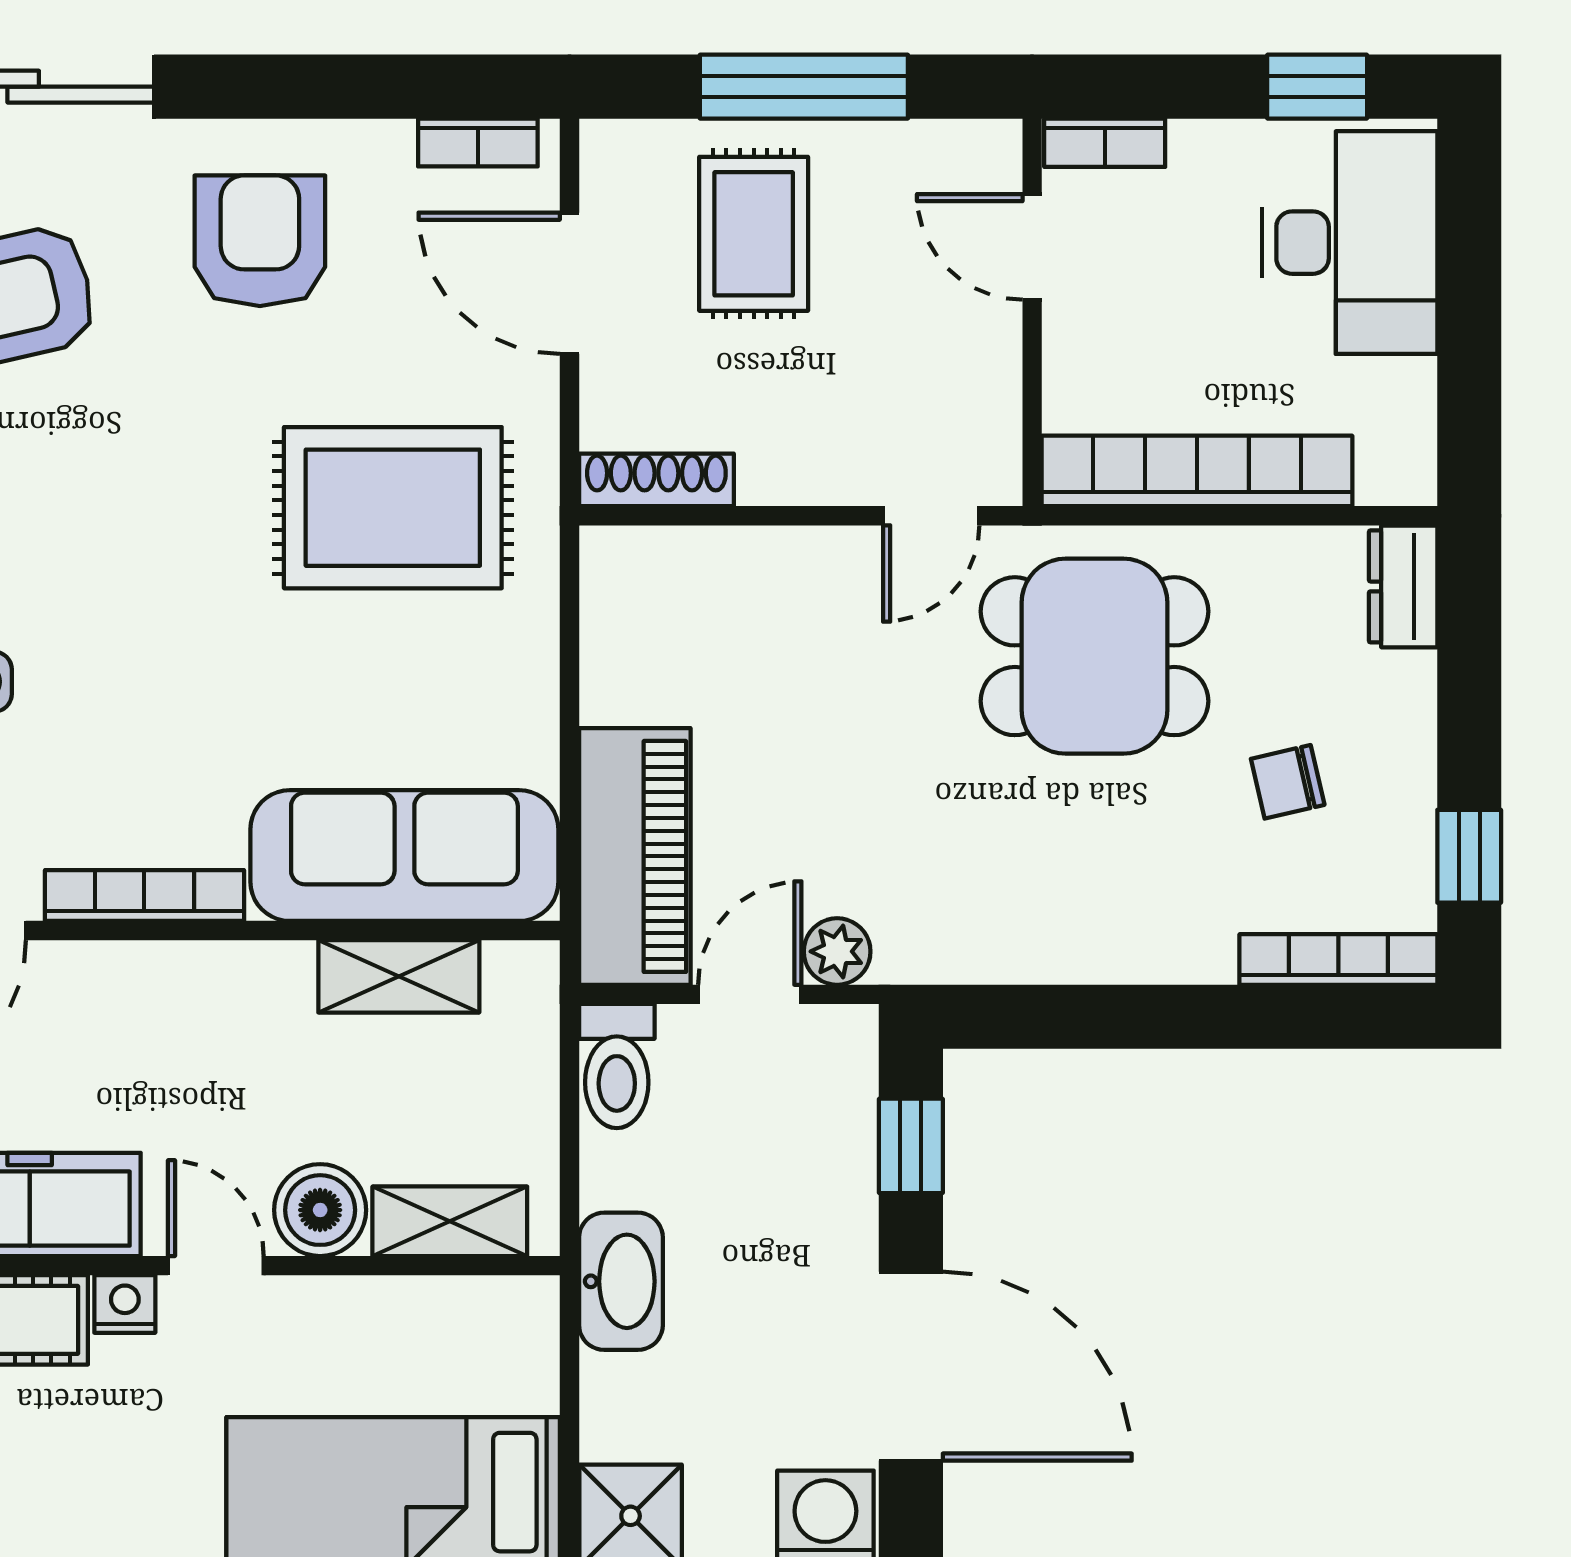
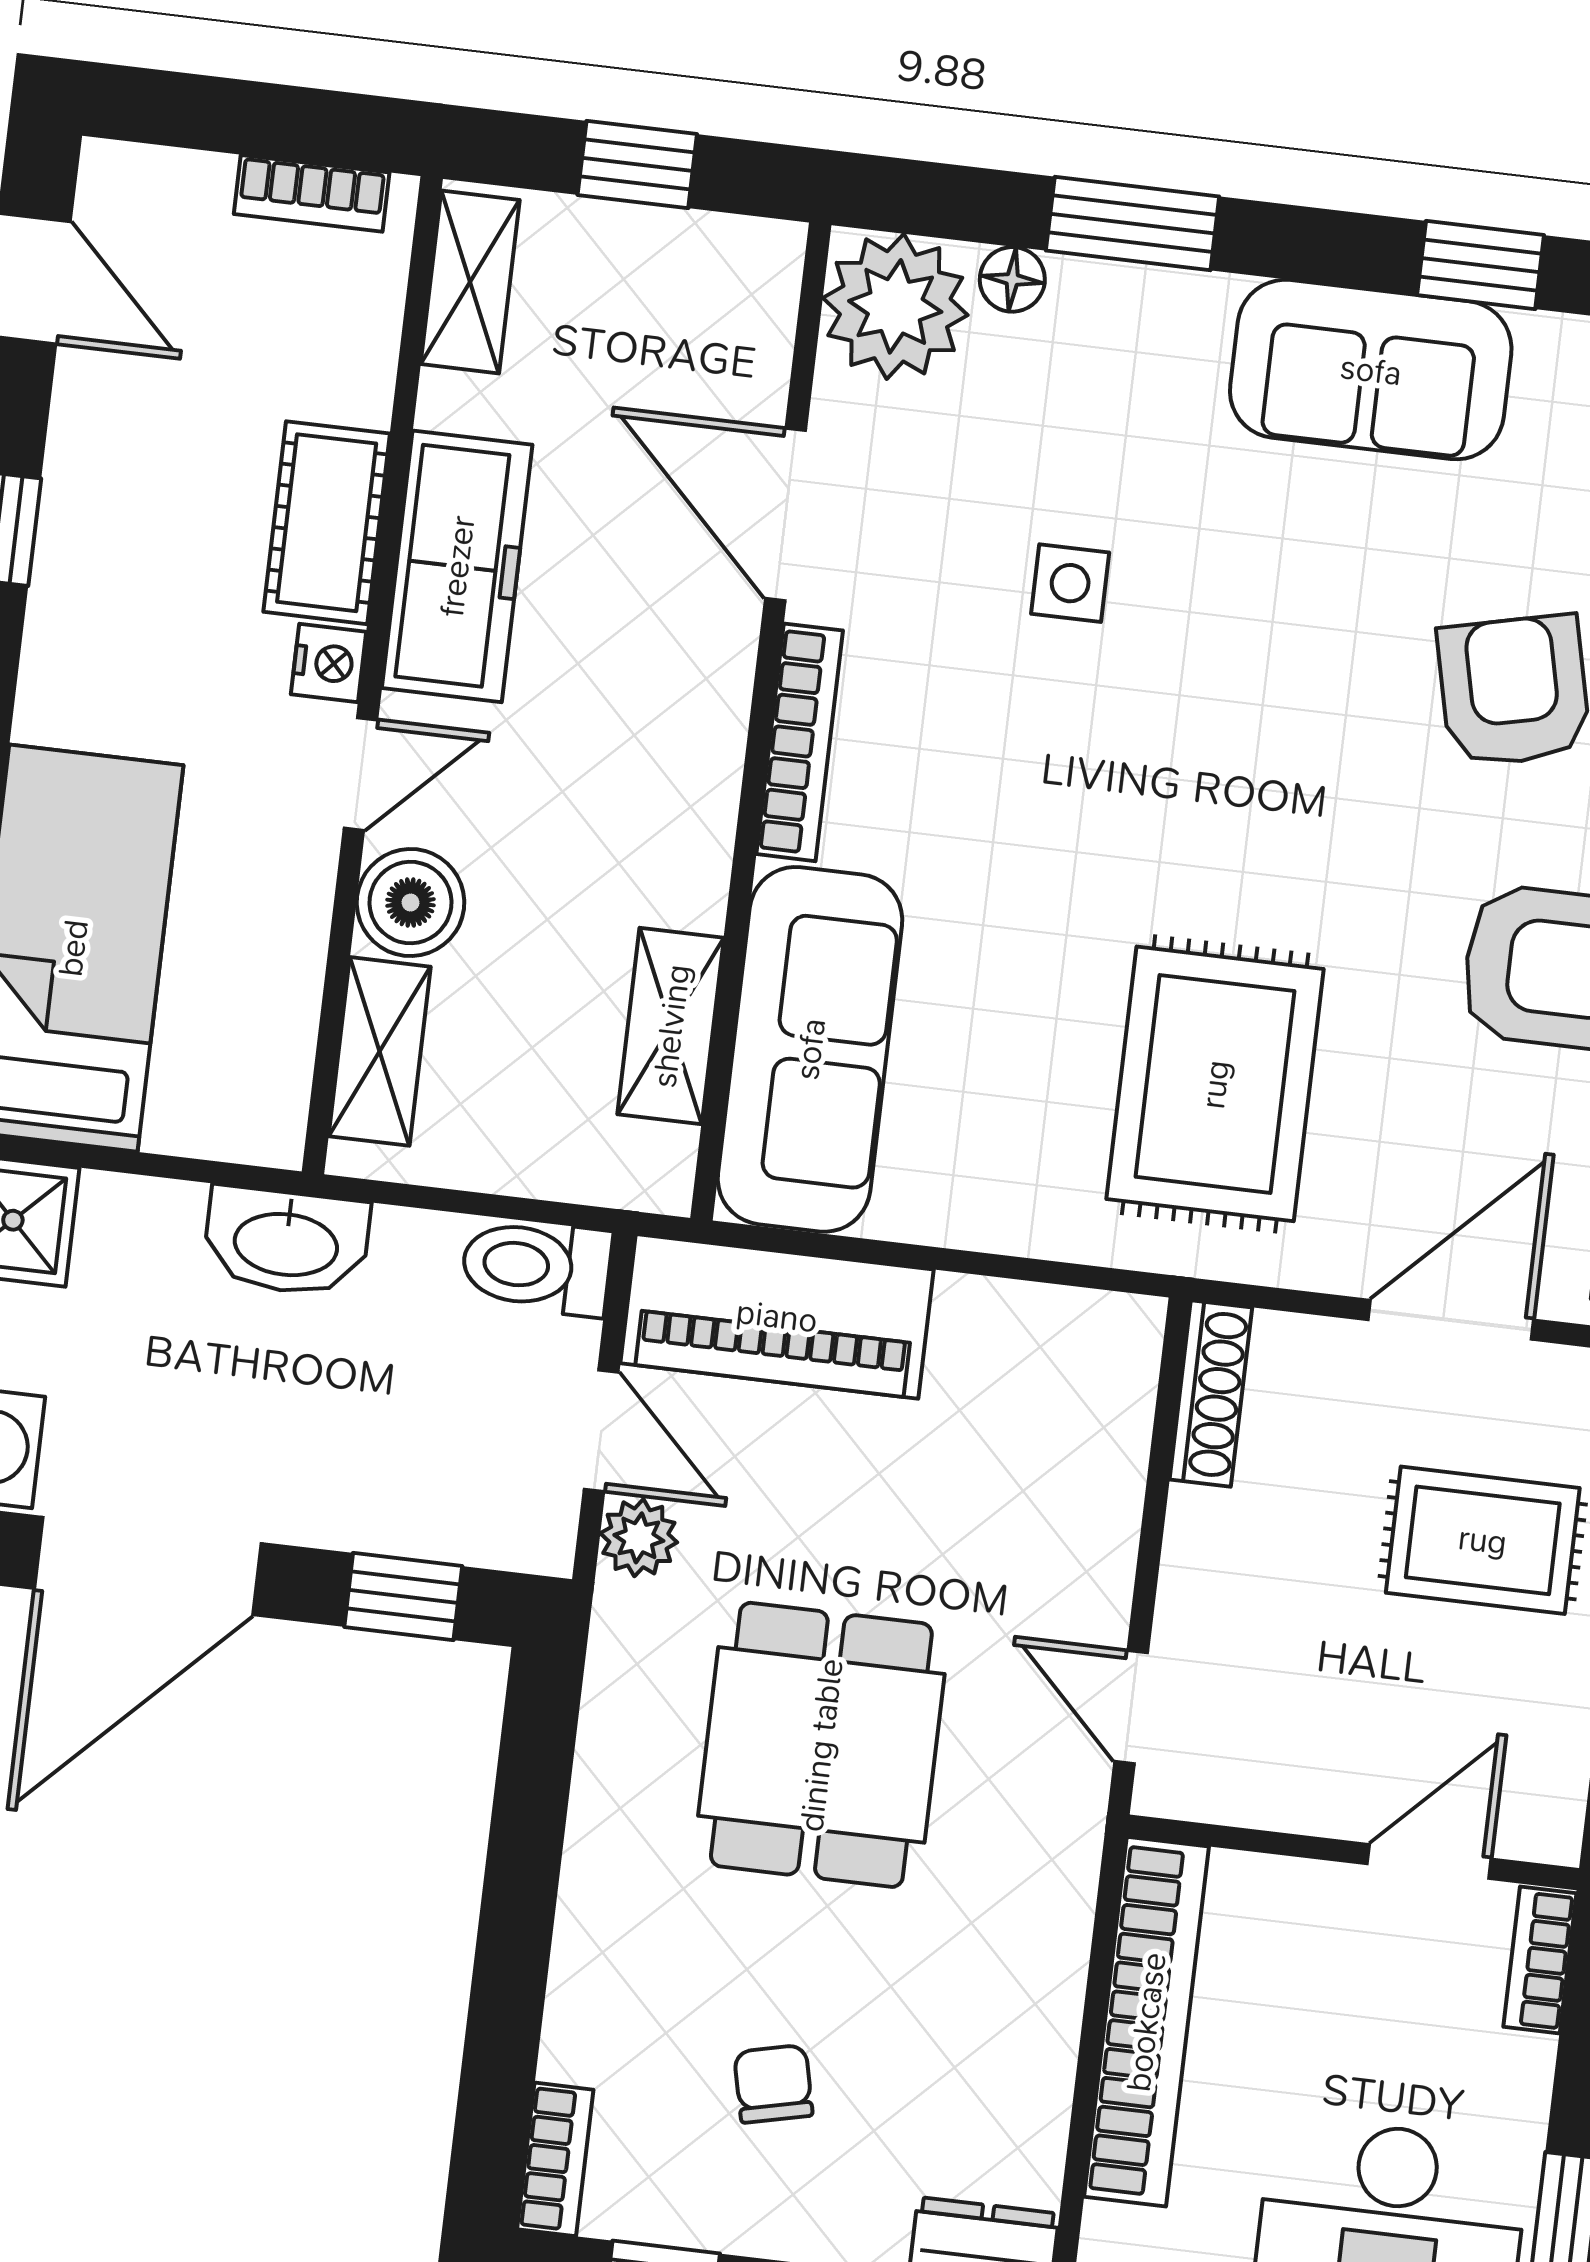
dining table: (1095, 656) -> (821, 1745), moved
bookcase: (1338, 959) -> (555, 2159), width x0.64

